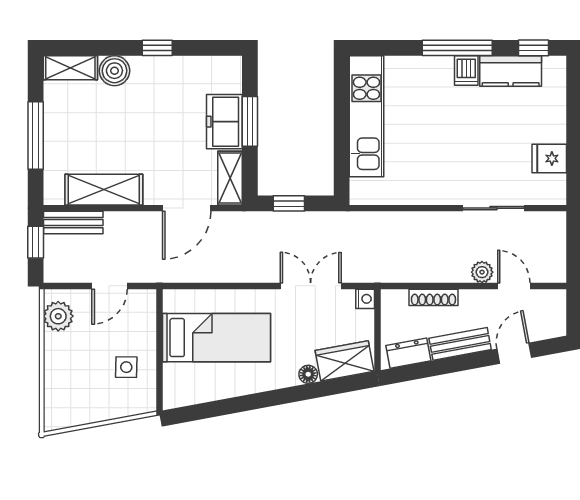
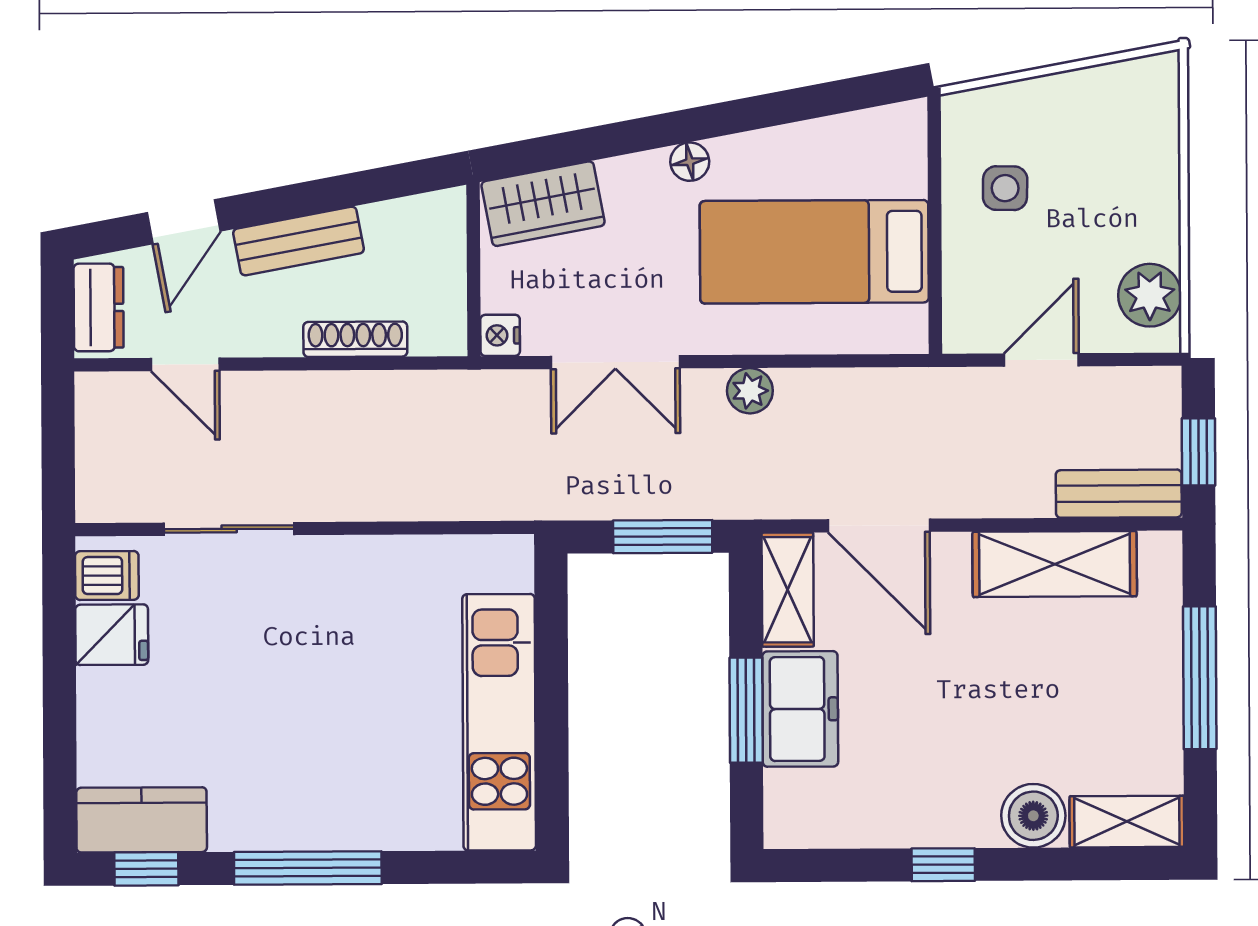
dishwasher: (466, 71) -> (107, 575), moved, turned 90
kitchen counter: (511, 71) -> (142, 820), moved
window: (289, 203) -> (663, 537), width x1.50
door: (187, 208) -> (879, 526), swing flipped
plant: (482, 272) -> (750, 391), moved
dresser: (408, 353) -> (99, 307), moved, turned -79
floor lamp: (308, 374) -> (690, 162), moved

